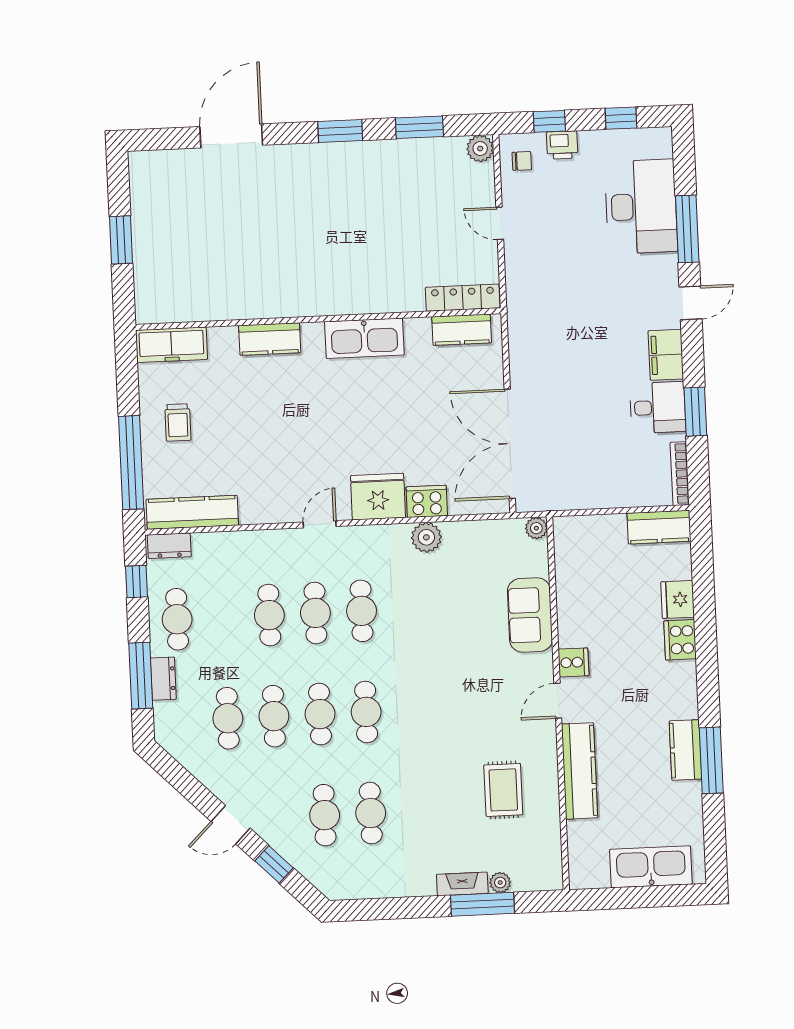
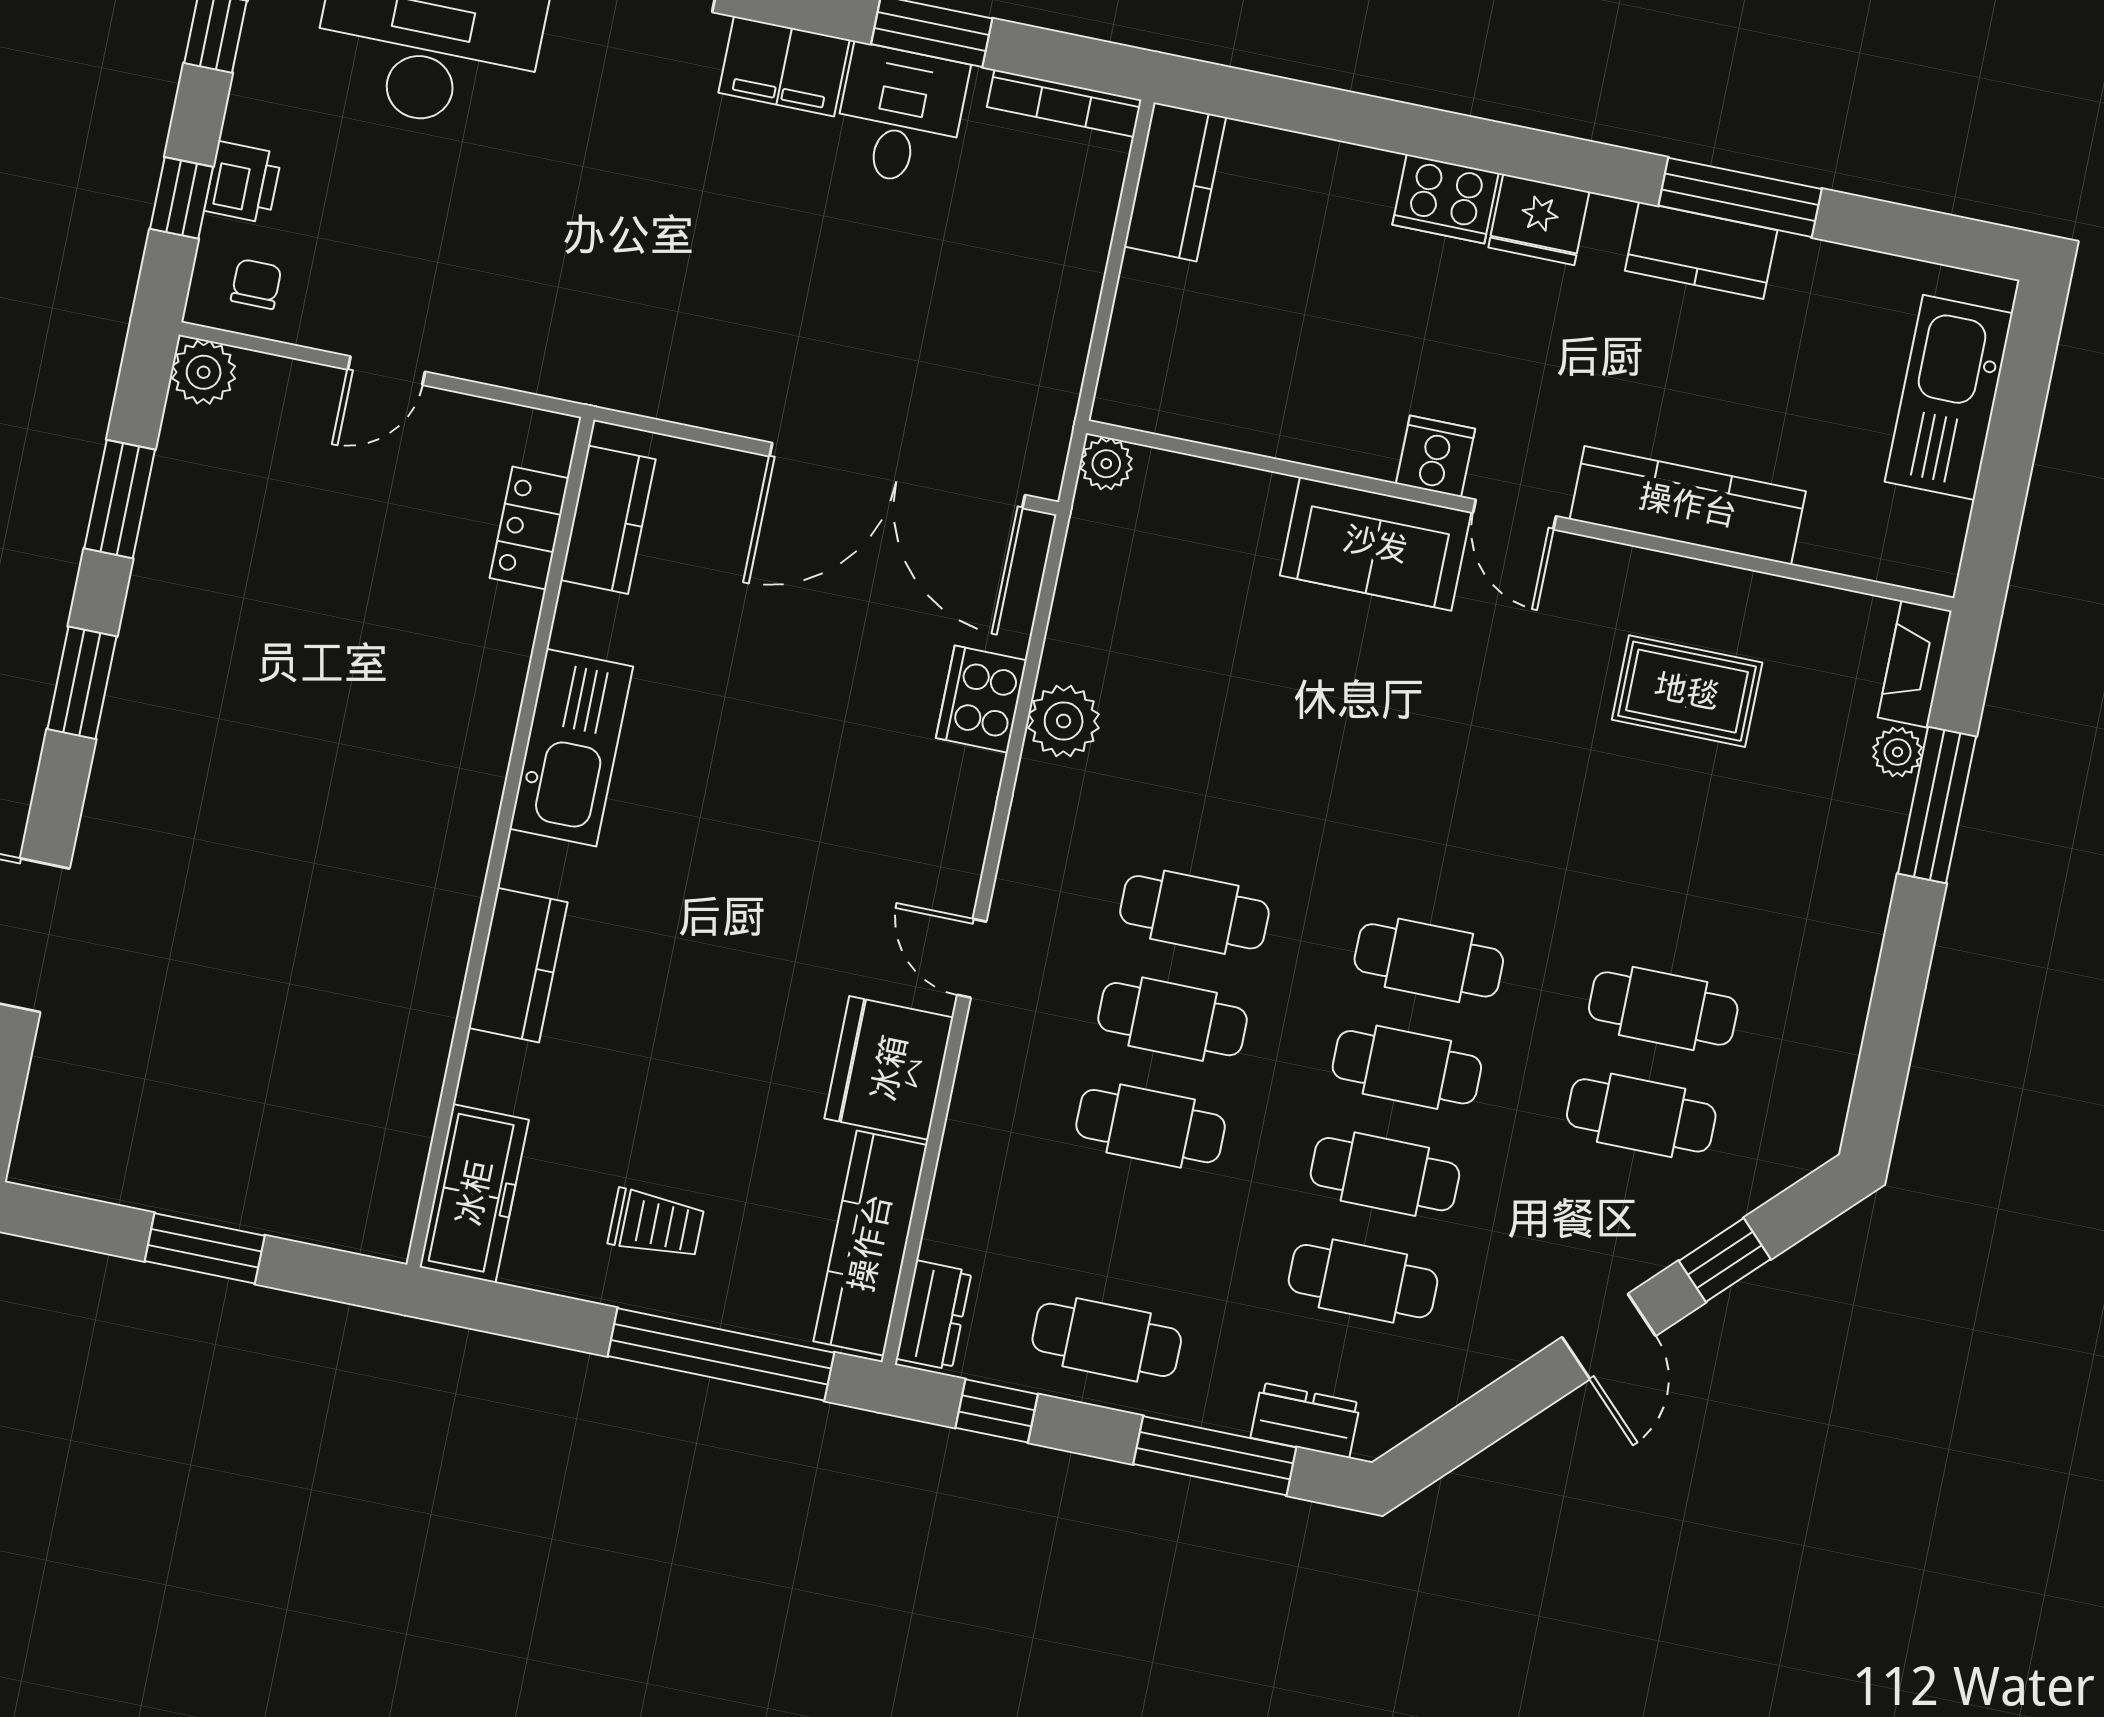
locker: (463, 298) -> (529, 528), width x0.66
fridge: (378, 497) -> (889, 1068), moved
fridge: (678, 599) -> (1539, 220), moved
sofa: (530, 615) -> (1376, 544), moved
dresser: (163, 679) -> (1305, 1420), moved
fireplace: (462, 884) -> (1915, 664), moved

